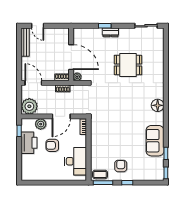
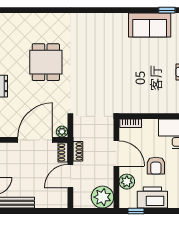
door: (33, 83) -> (70, 176), moved
floor lamp: (158, 105) -> (101, 22), removed

